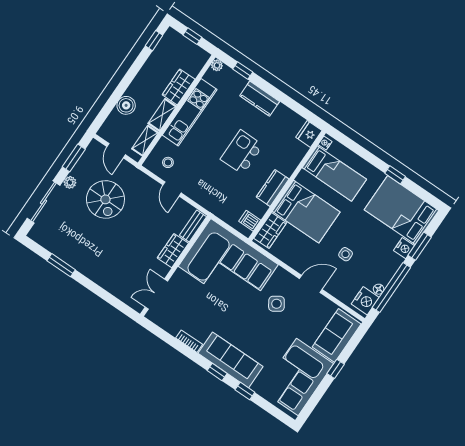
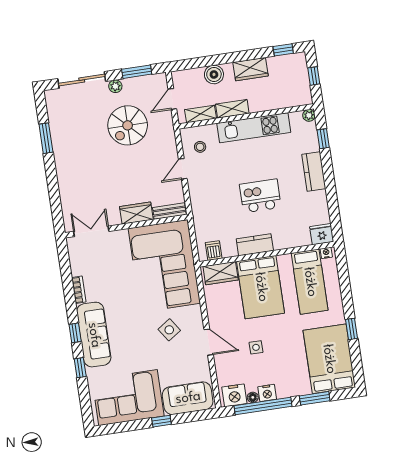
wardrobe: (179, 87) -> (250, 69), moved, turned 180
nightstand: (404, 248) -> (267, 393), moved

